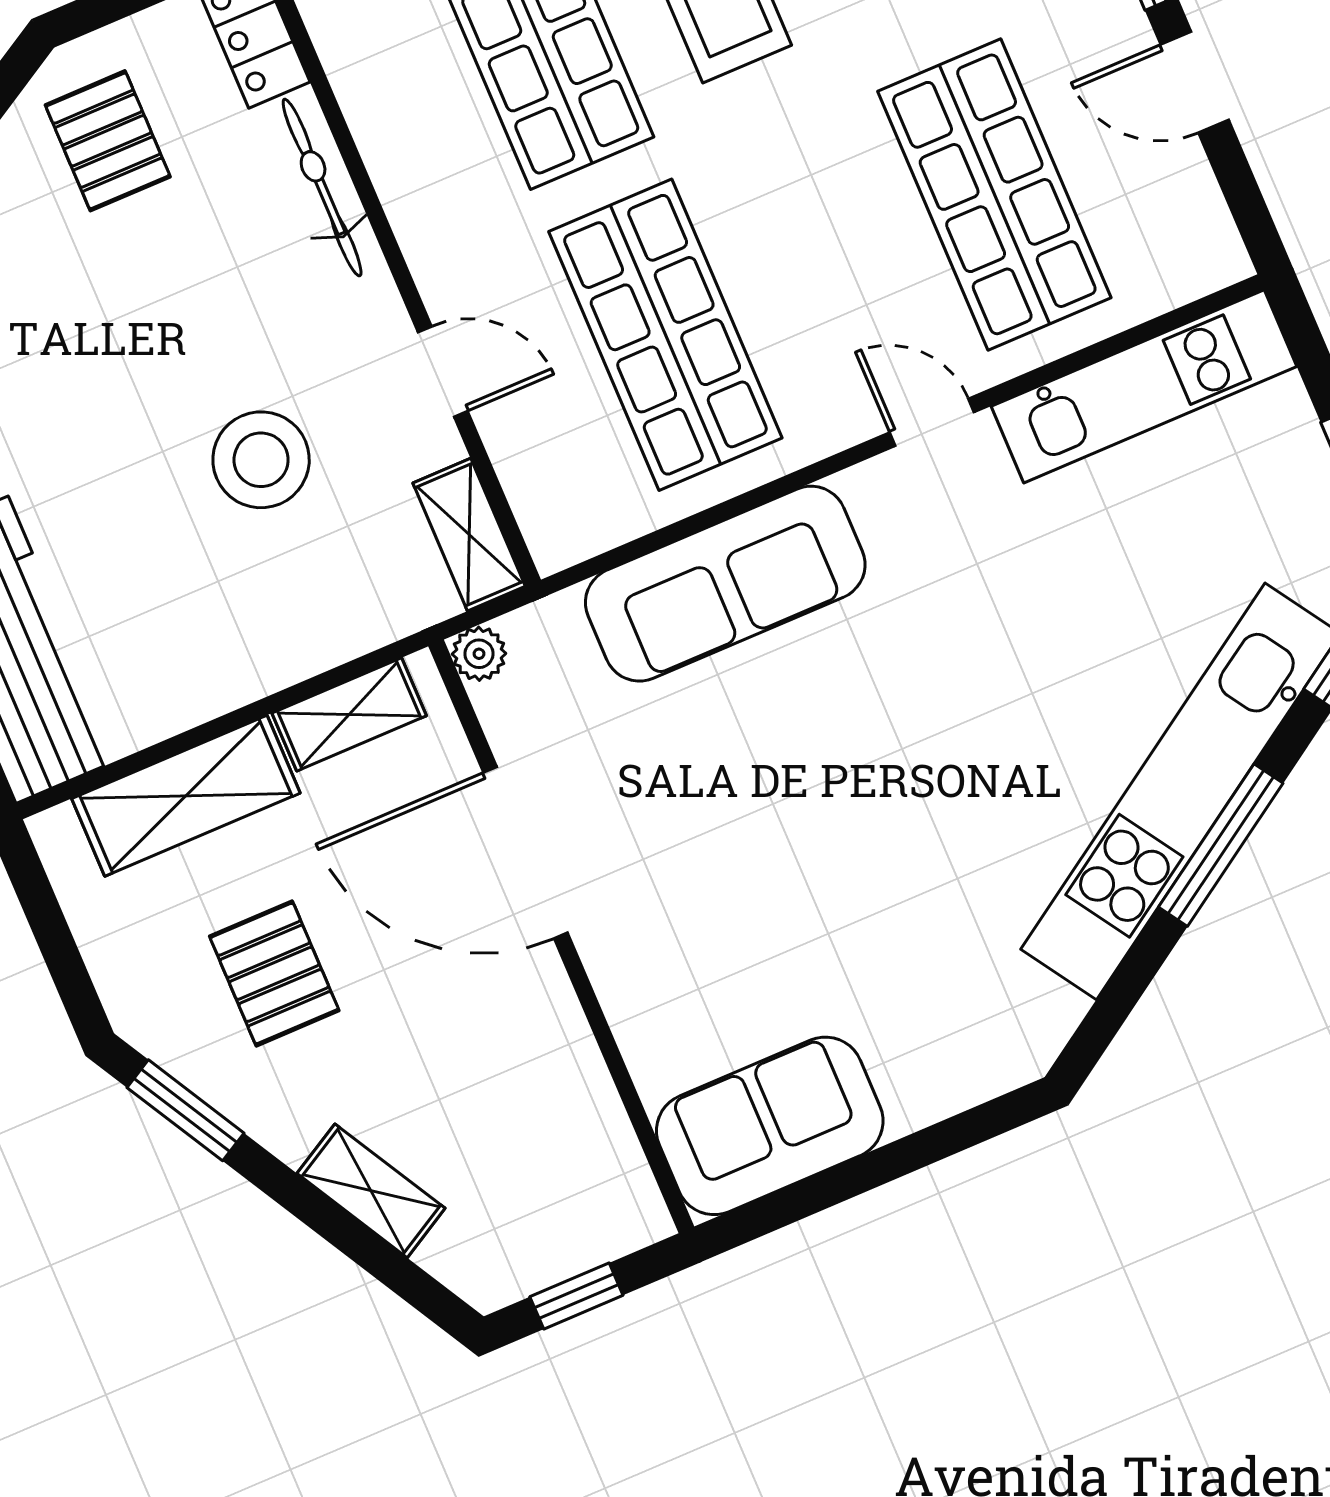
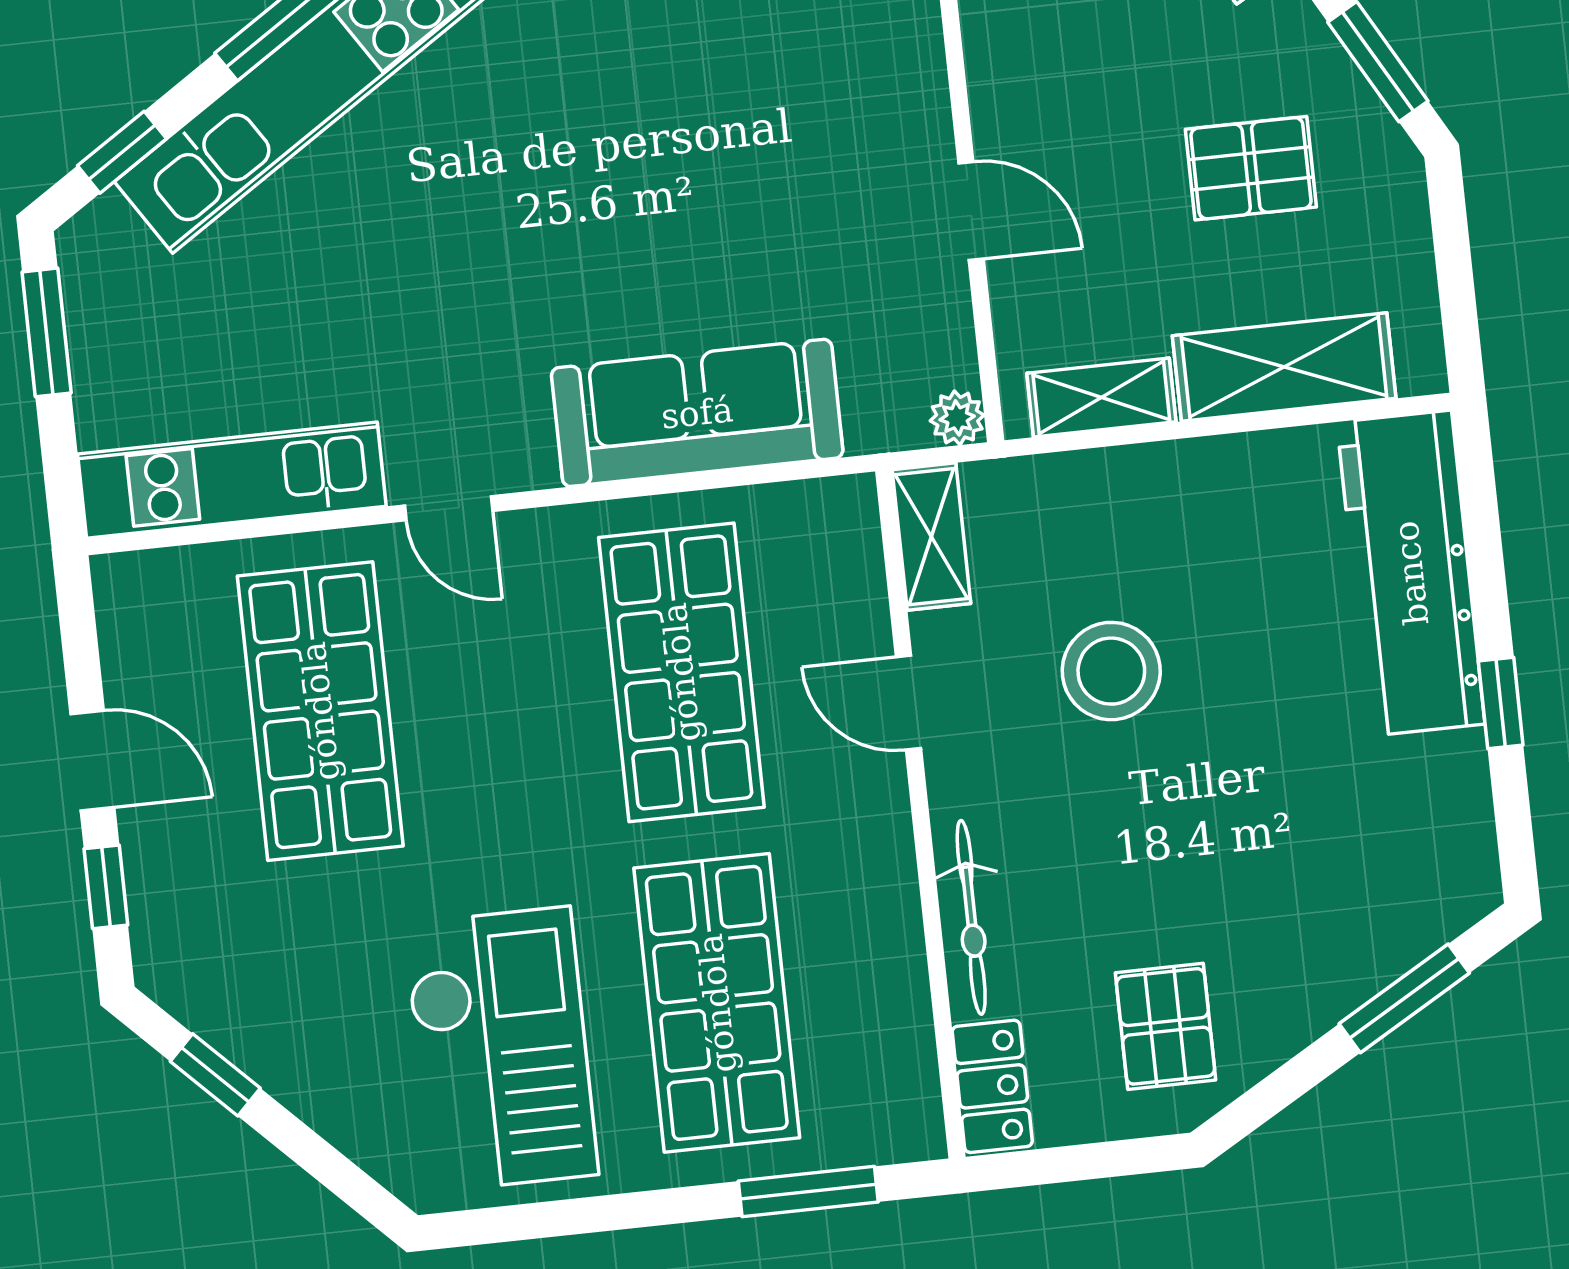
door: (526, 853) -> (971, 211), width x0.53
pallet: (274, 973) -> (1251, 168), turned 90

